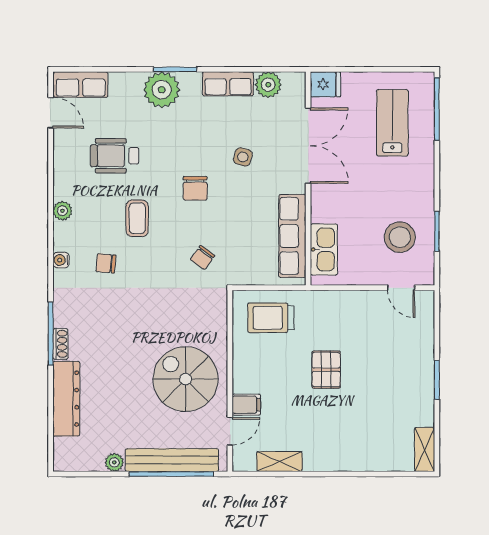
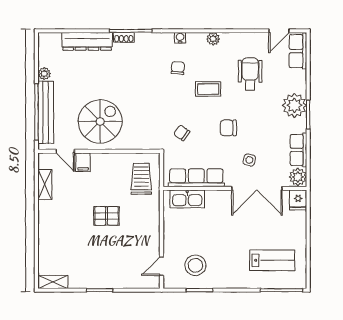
fridge: (325, 84) -> (298, 200), moved
double door: (308, 146) -> (257, 188), moved
wall: (308, 179) -> (235, 188), moved
row of seats: (292, 236) -> (196, 178), moved
kitchen sink: (324, 249) -> (187, 199), moved

